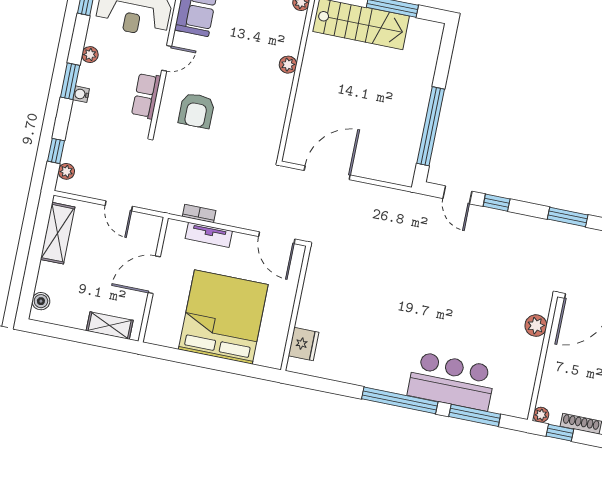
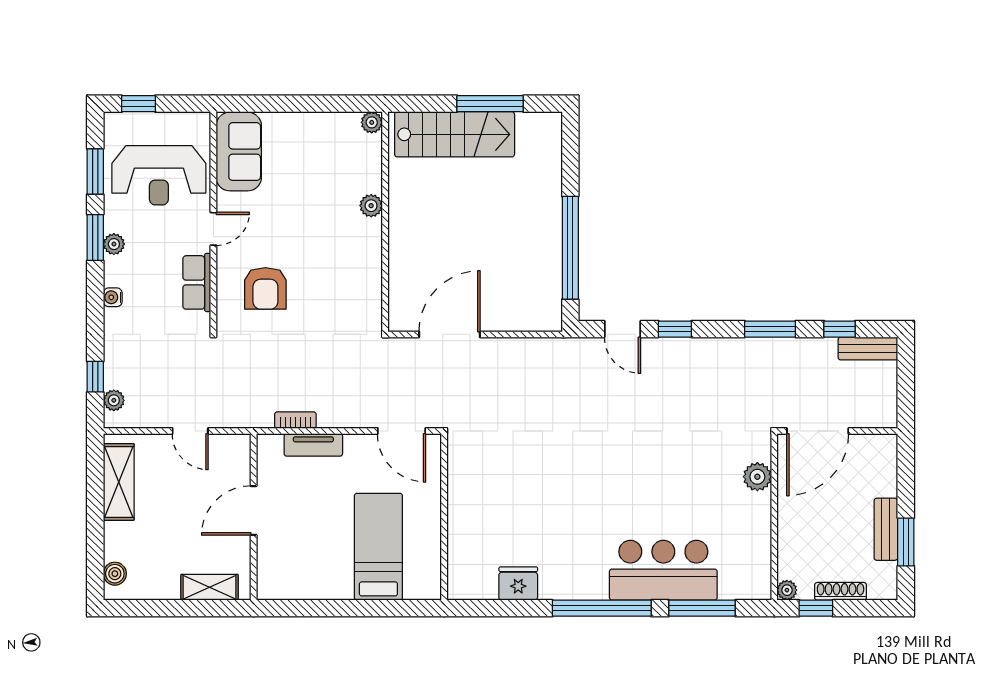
window: (70, 81) -> (95, 238), moved
bed: (223, 317) -> (378, 547), width x0.49
fridge: (304, 344) -> (518, 584), moved, turned -90

